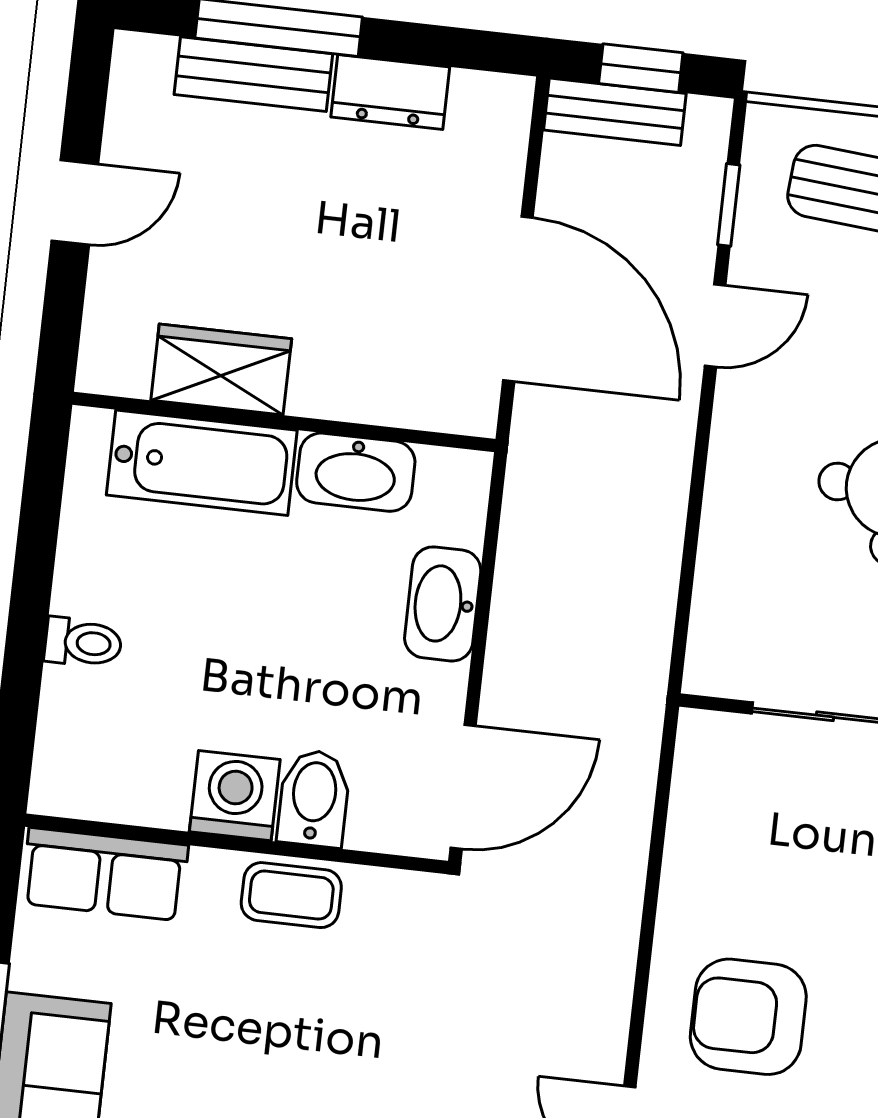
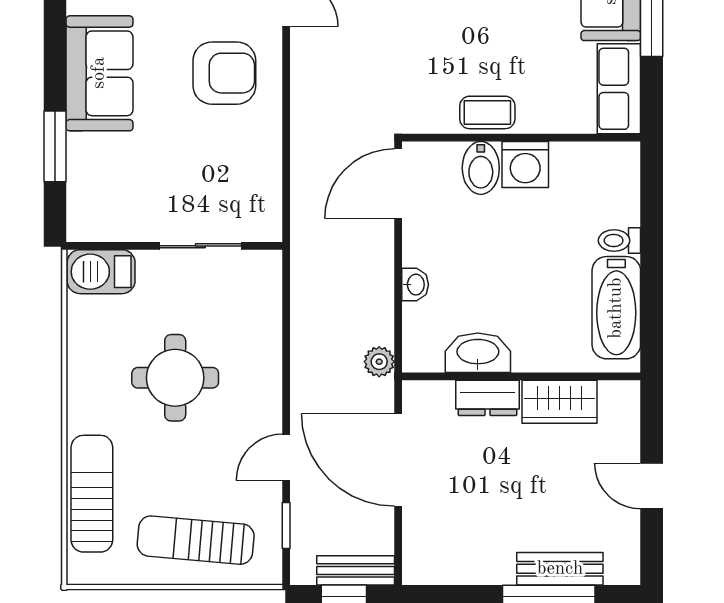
dresser: (390, 92) -> (488, 398), moved, turned 180
door: (75, 202) -> (652, 486), hinge flipped
bathtub: (202, 463) -> (616, 308), moved, turned -90
plant: (532, 476) -> (379, 362), added
washbasin: (443, 604) -> (415, 285), width x0.52, depth x0.69
row of seats: (105, 874) -> (619, 89), moved, turned -90

